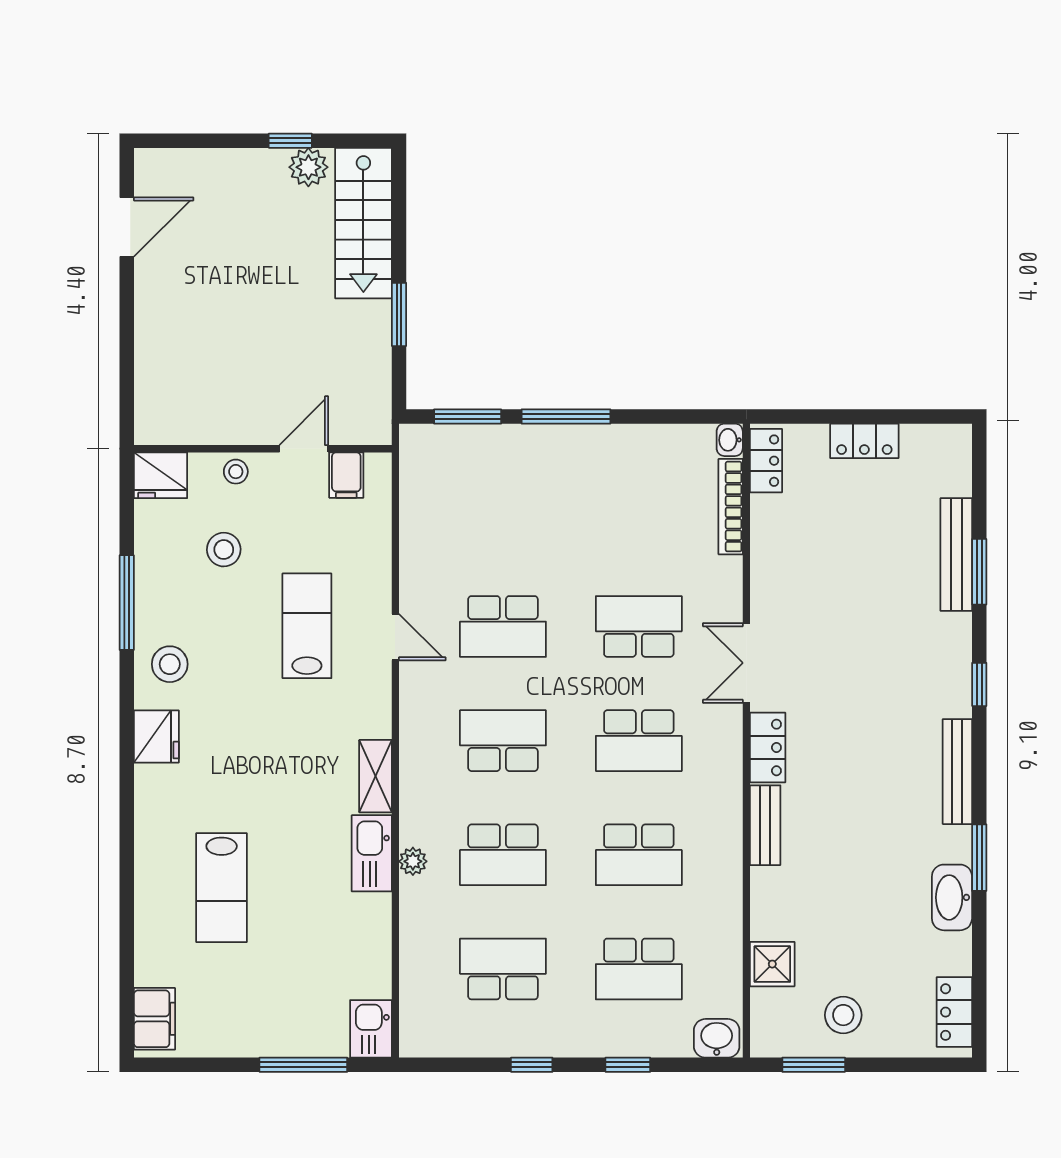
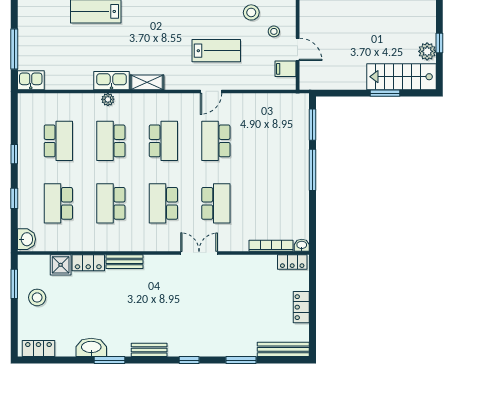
window: (399, 314) -> (385, 93), moved
stool: (236, 472) -> (274, 31), moved
bench: (956, 555) -> (283, 349), moved
locker: (768, 747) -> (88, 263), moved
bench: (957, 772) -> (149, 350), width x0.73

